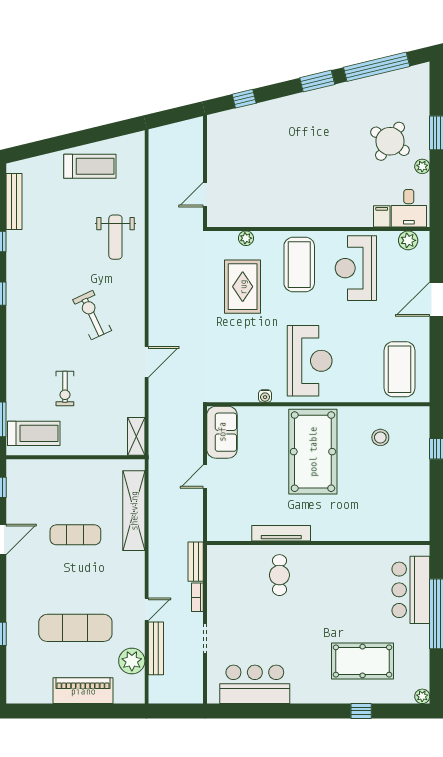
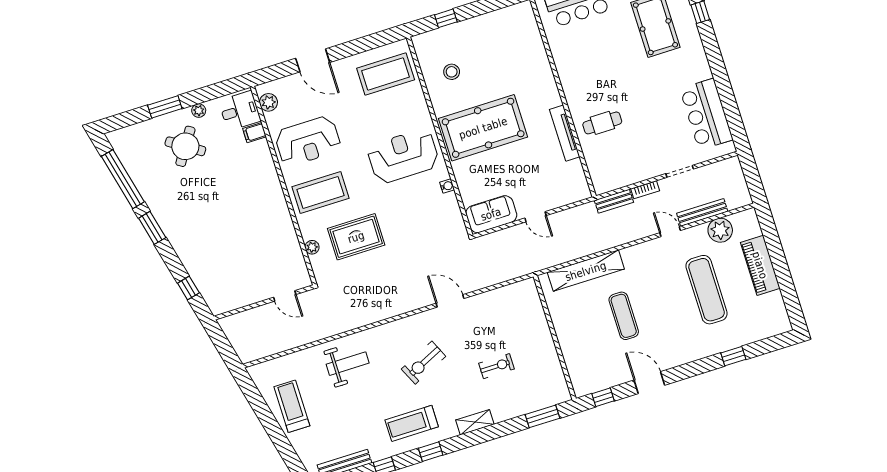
treadmill: (34, 433) -> (412, 423), moved, turned -90
shelving: (136, 436) -> (475, 422), moved

